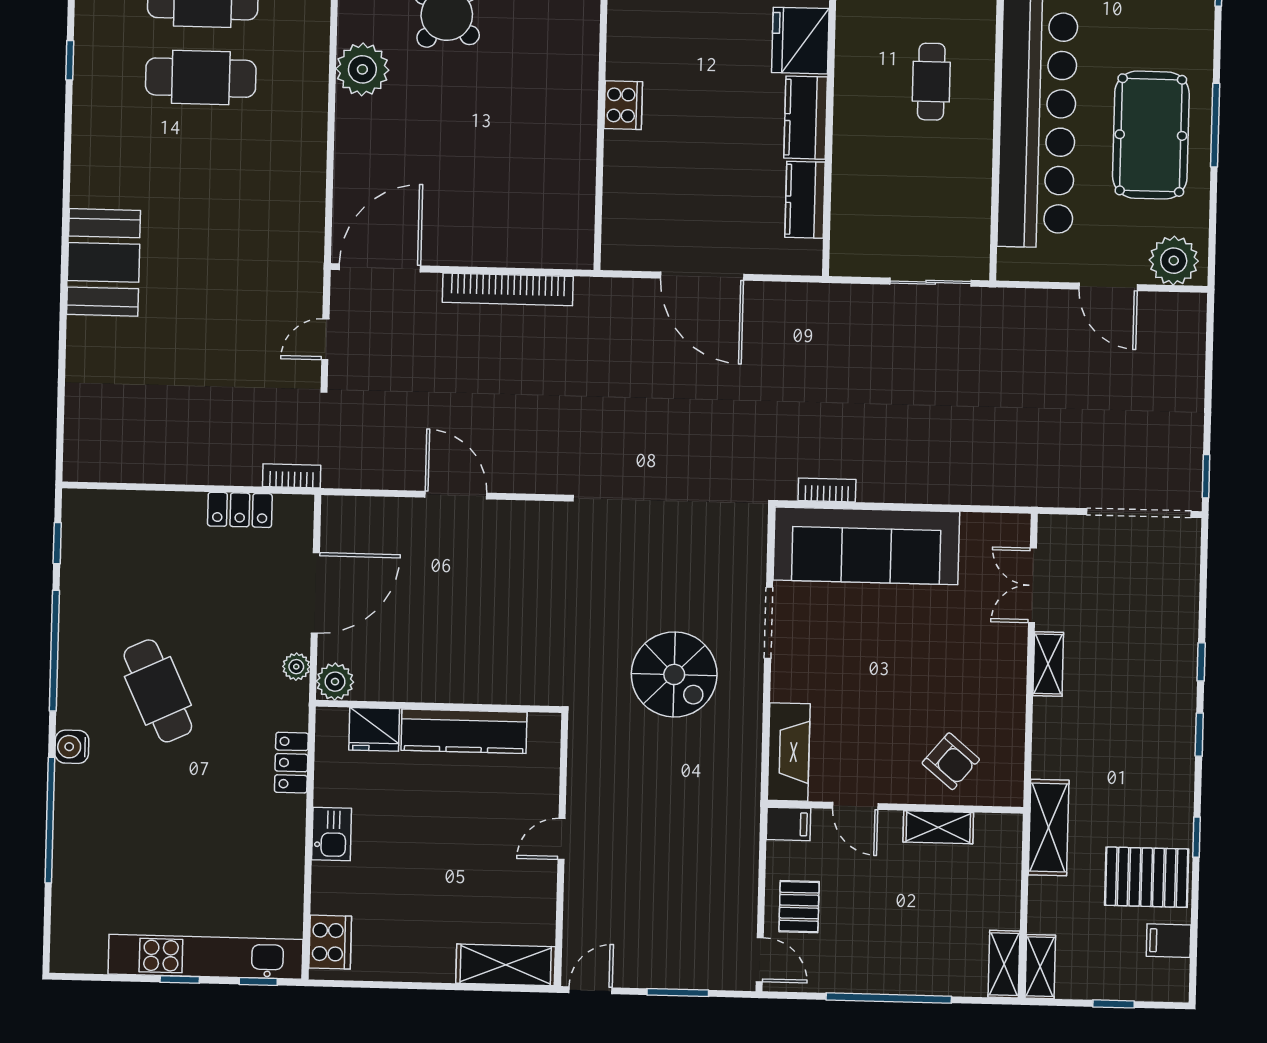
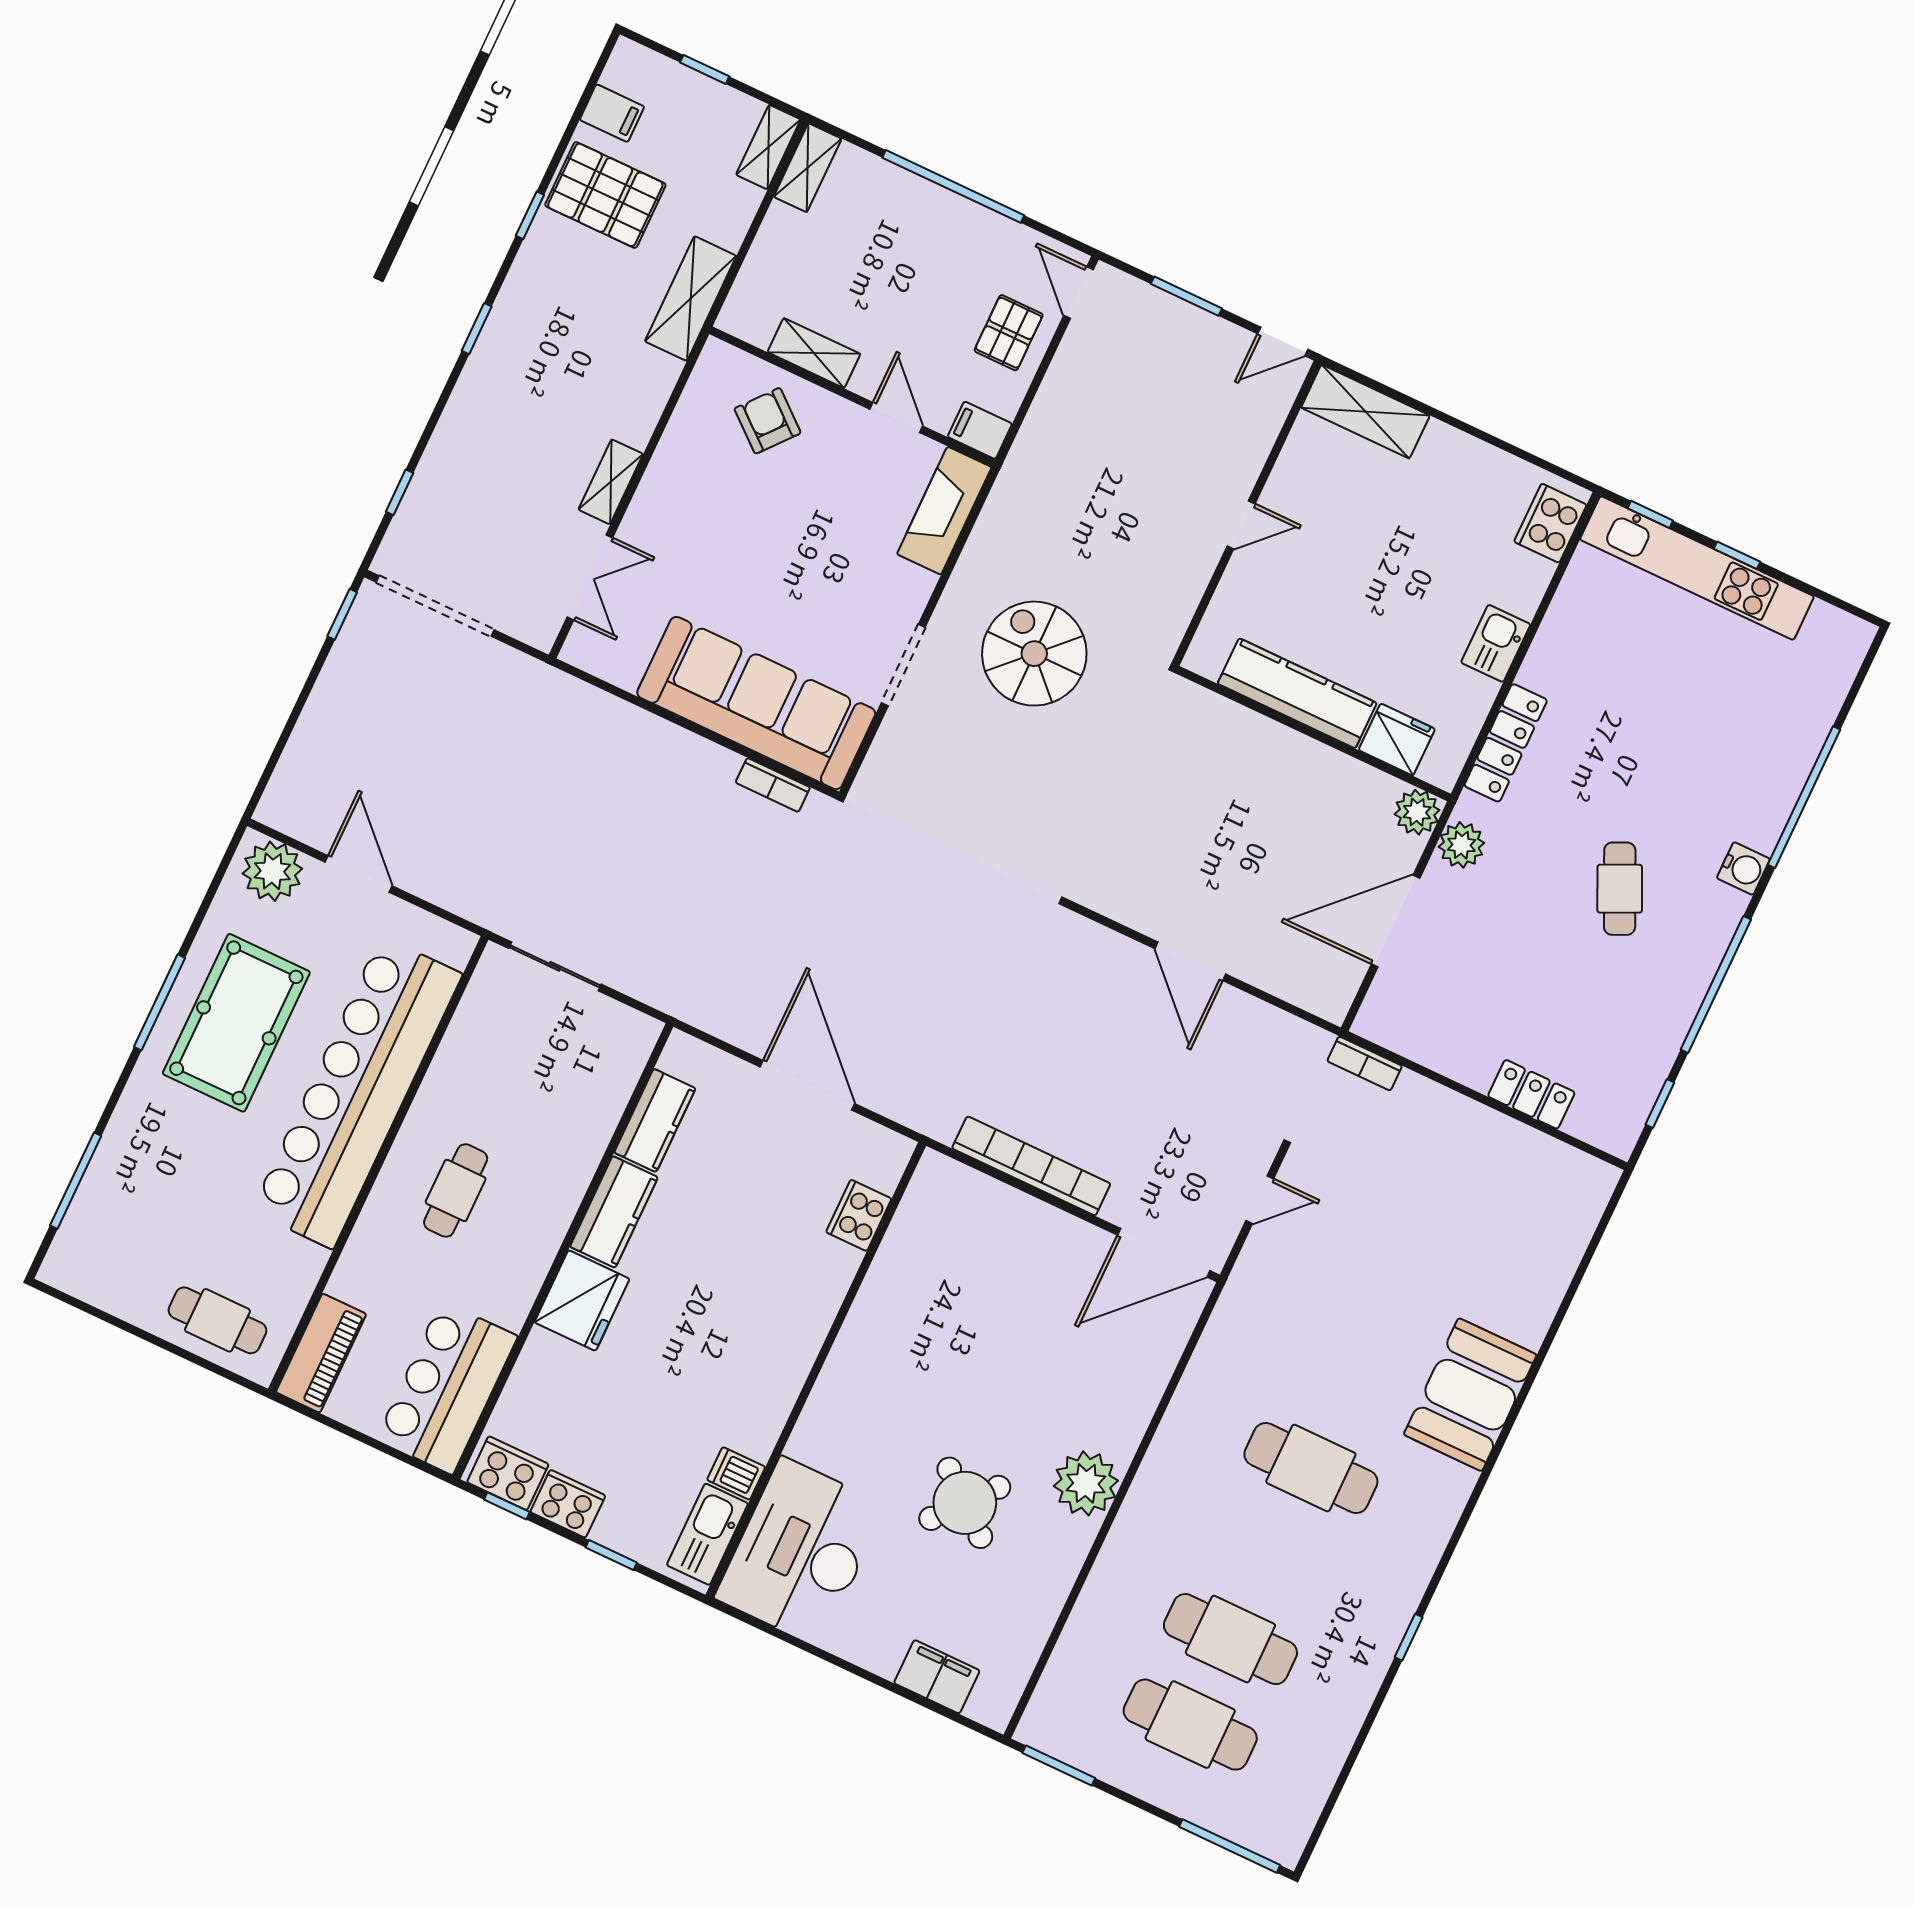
cafe table: (201, 78) -> (1311, 1468), moved
cooker: (623, 105) -> (859, 1215), moved
locker: (240, 510) -> (1531, 1094), moved
window: (1201, 662) -> (400, 492), moved
plant: (296, 667) -> (1461, 845), width x1.38, depth x1.38
cafe table: (158, 691) -> (1620, 889), width x0.73, depth x0.74
locker: (291, 763) -> (1506, 743), width x1.53

